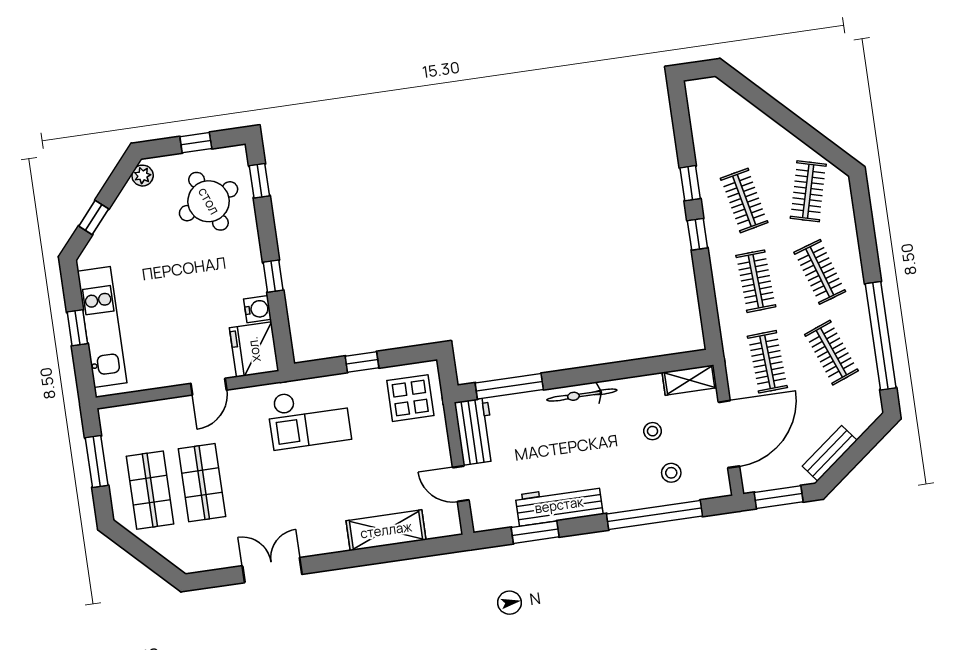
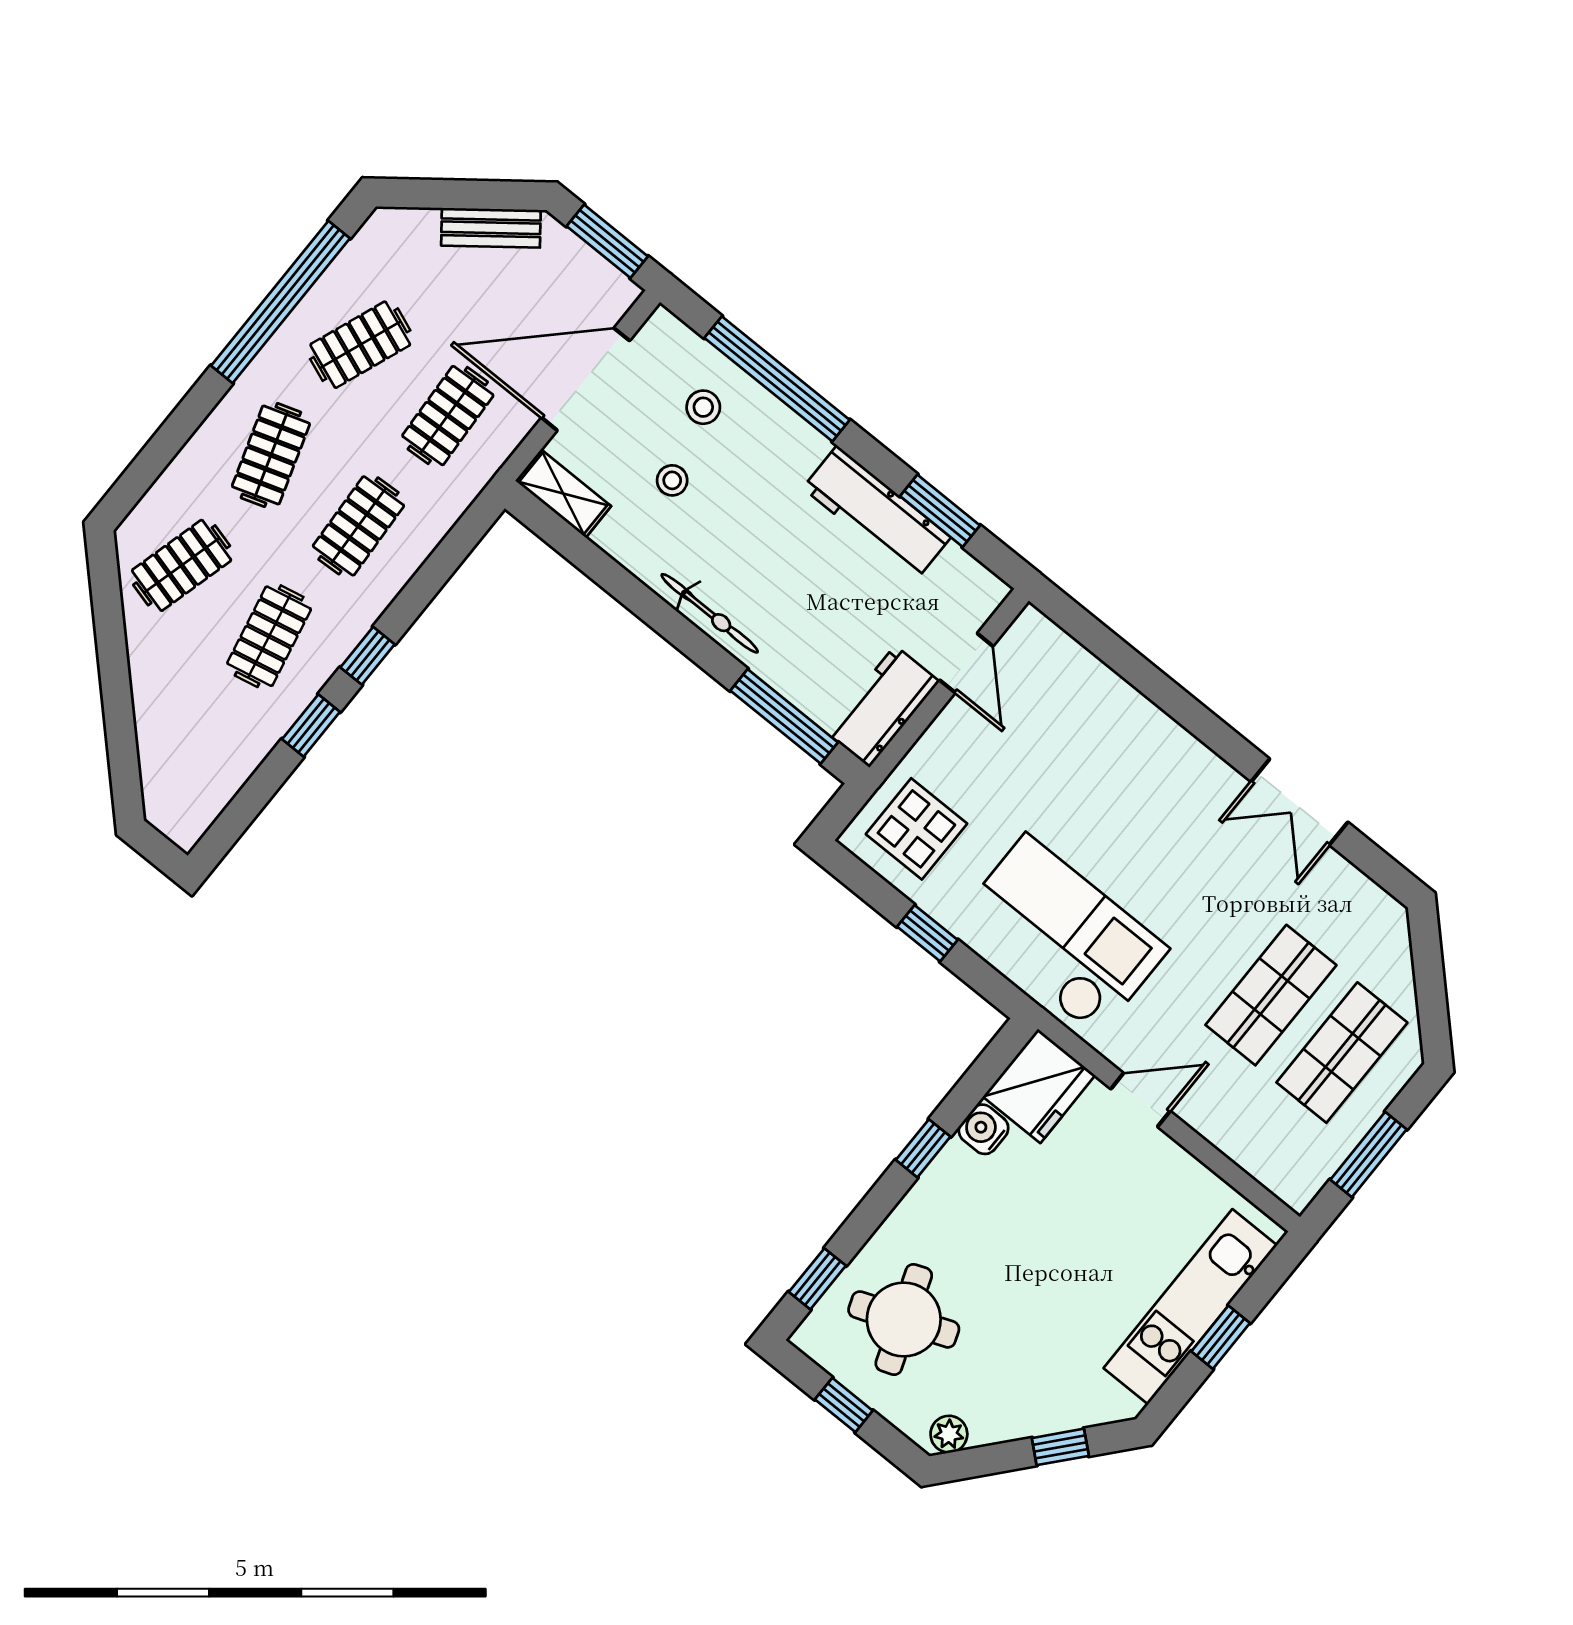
clothes rail: (831, 353) -> (360, 345), turned 42
checkout: (309, 418) -> (1062, 935), width x1.36, depth x1.21
shelving: (386, 530) -> (1114, 704), removed

